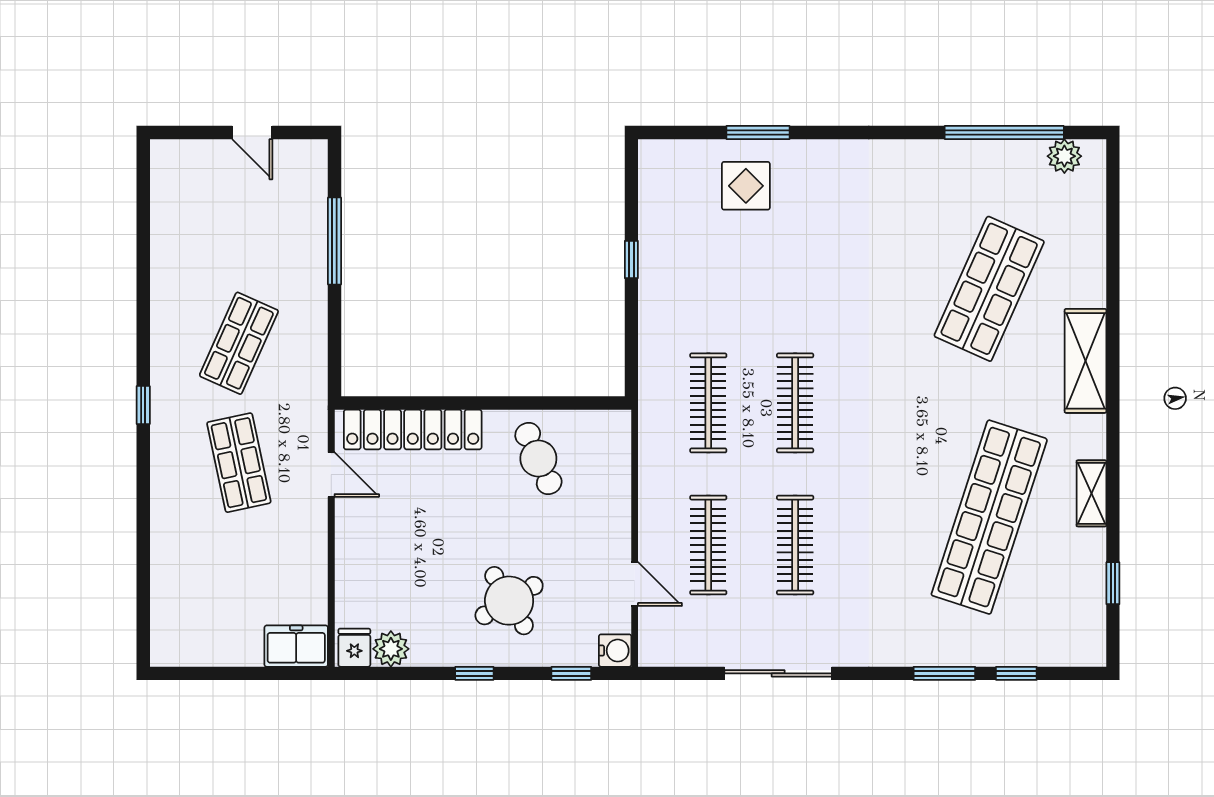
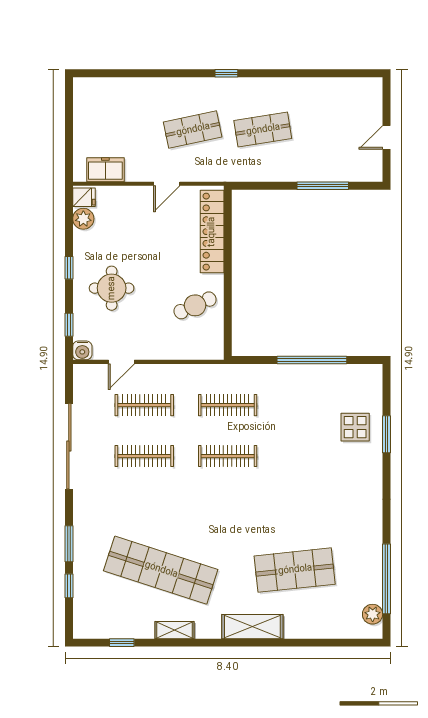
window: (631, 259) -> (312, 360), width x3.17
shop shelf: (989, 289) -> (295, 570), turned -30
shop shelf: (239, 343) -> (263, 130), turned -33
door: (331, 475) -> (167, 184), moved
round table: (509, 601) -> (112, 288), turned 31
freezer: (296, 646) -> (105, 170), moved, turned -90
sliding door: (778, 673) -> (69, 446), width x1.36

